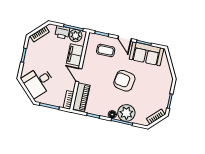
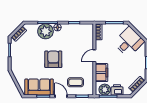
door: (79, 75) -> (94, 56), swing flipped
armchair: (124, 81) -> (53, 59), turned -100
piano: (81, 97) -> (88, 37), removed

